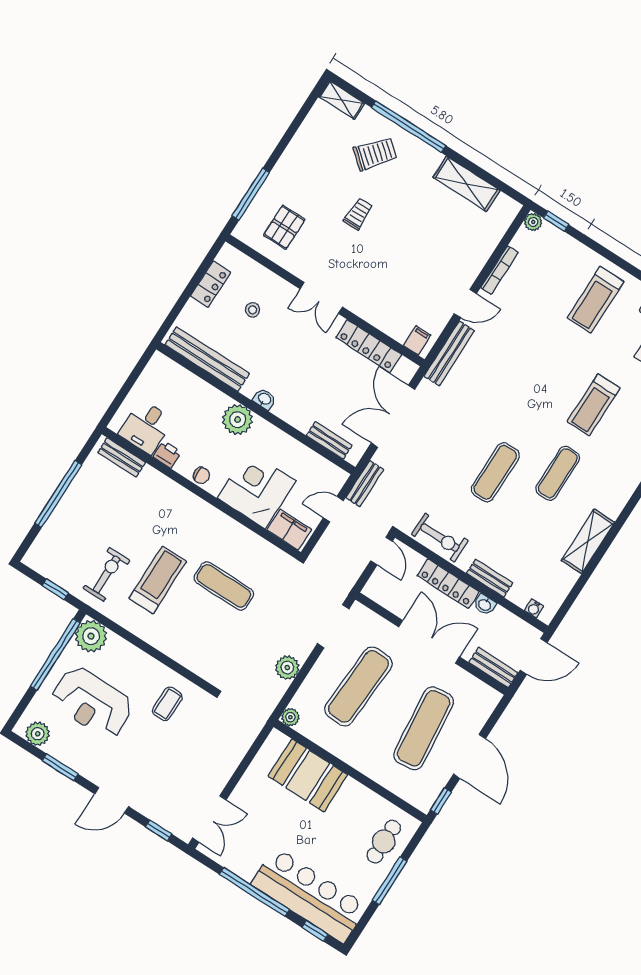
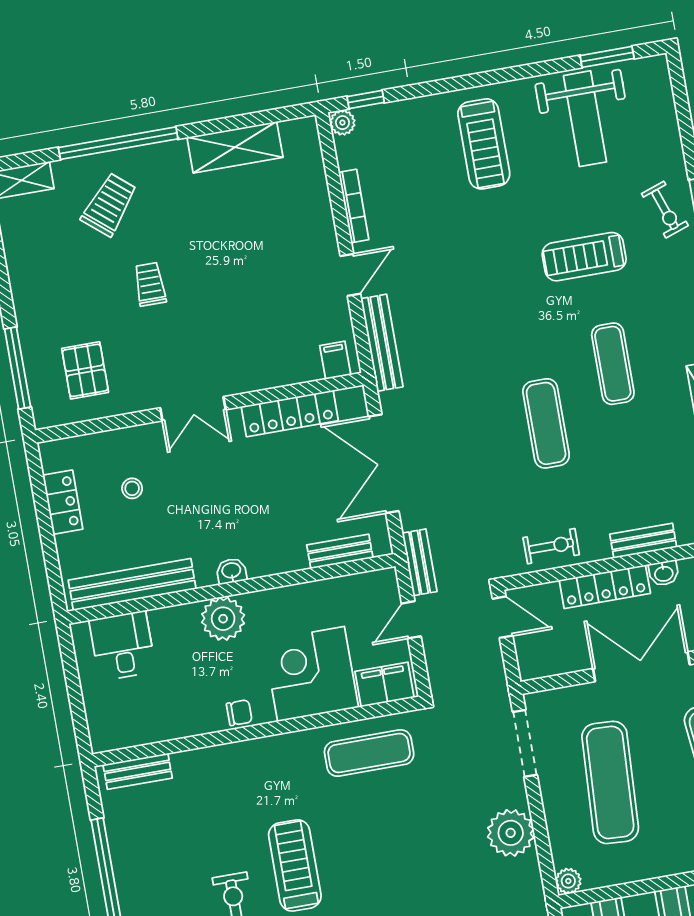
treadmill: (594, 405) -> (584, 257), turned 90
desk: (146, 427) -> (122, 646), moved, turned 180
printer: (167, 455) -> (183, 724), removed
exercise bike: (440, 538) -> (551, 546), width x0.73, depth x0.72
exercise mat: (224, 586) -> (369, 753), moved
plant: (287, 668) -> (511, 833), width x1.36, depth x1.36

